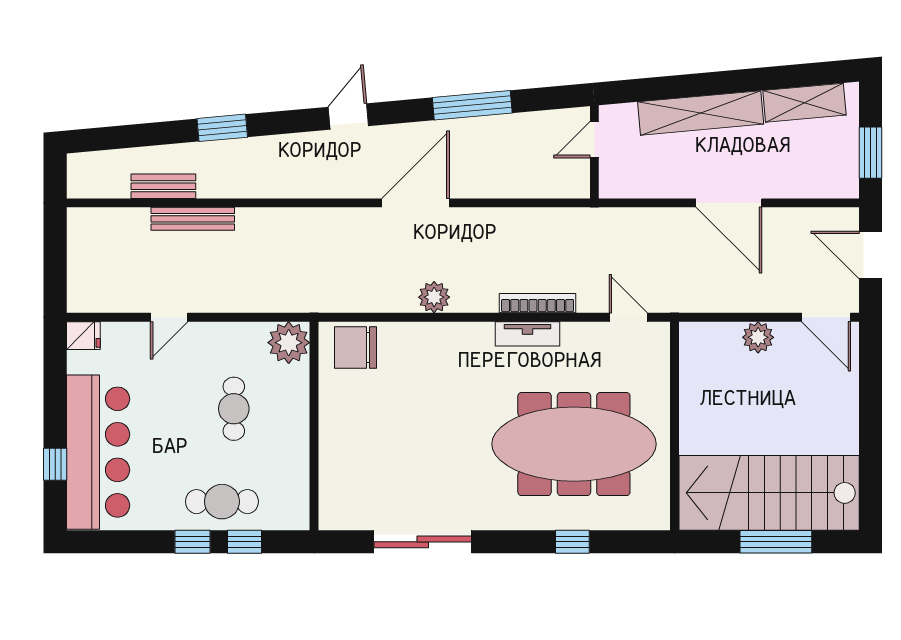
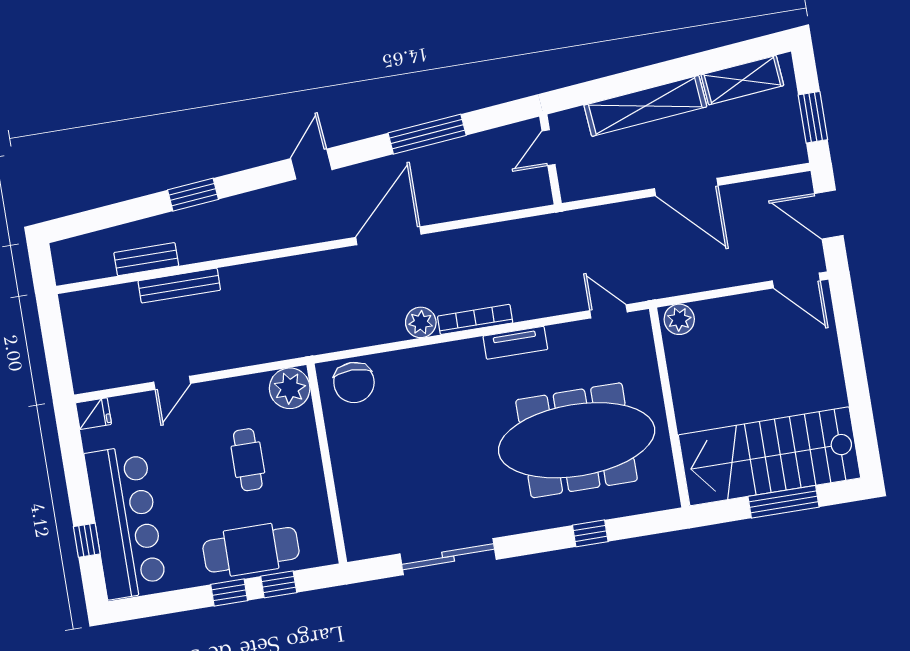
bookcase: (538, 303) -> (475, 319), moved
plant: (758, 337) -> (679, 319), moved
chair: (355, 347) -> (354, 382), turned -90
cafe table: (222, 502) -> (251, 550), width x1.37, depth x1.35

